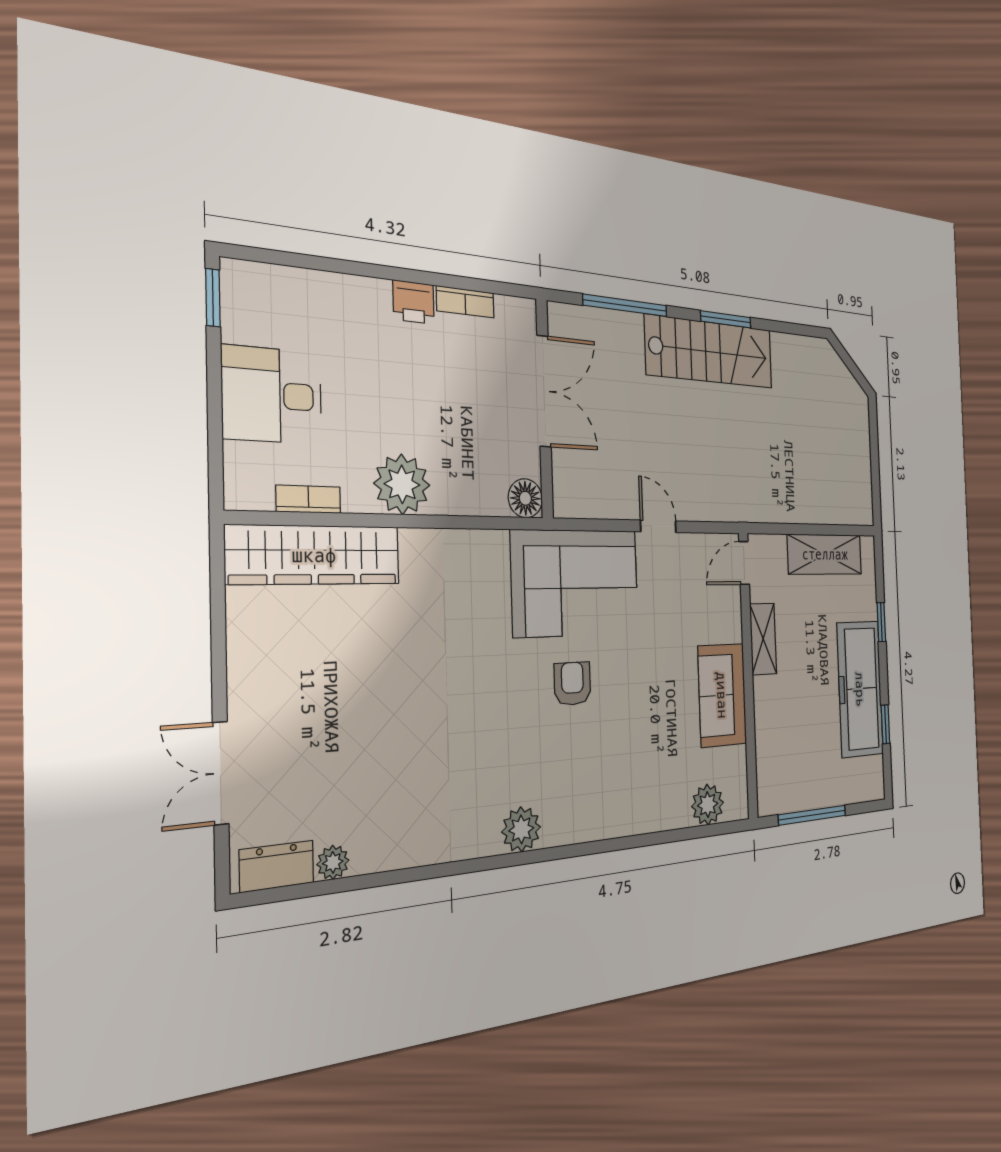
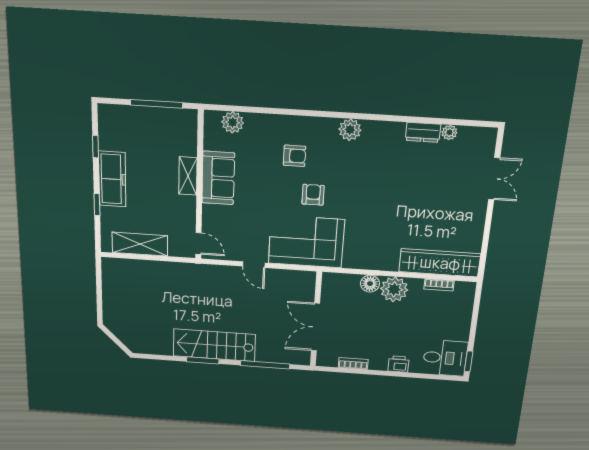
printer: (414, 302) -> (398, 364), moved
desk: (272, 395) -> (445, 358), moved
floor lamp: (525, 498) -> (370, 284), moved
door: (744, 563) -> (198, 244), hinge flipped
shelving: (763, 639) -> (188, 176), moved
armchair: (572, 684) -> (313, 195), turned 180
freezer: (860, 689) -> (112, 179), width x0.73, depth x0.79
armchair: (609, 758) -> (295, 156), added
dresser: (277, 866) -> (423, 132), moved

